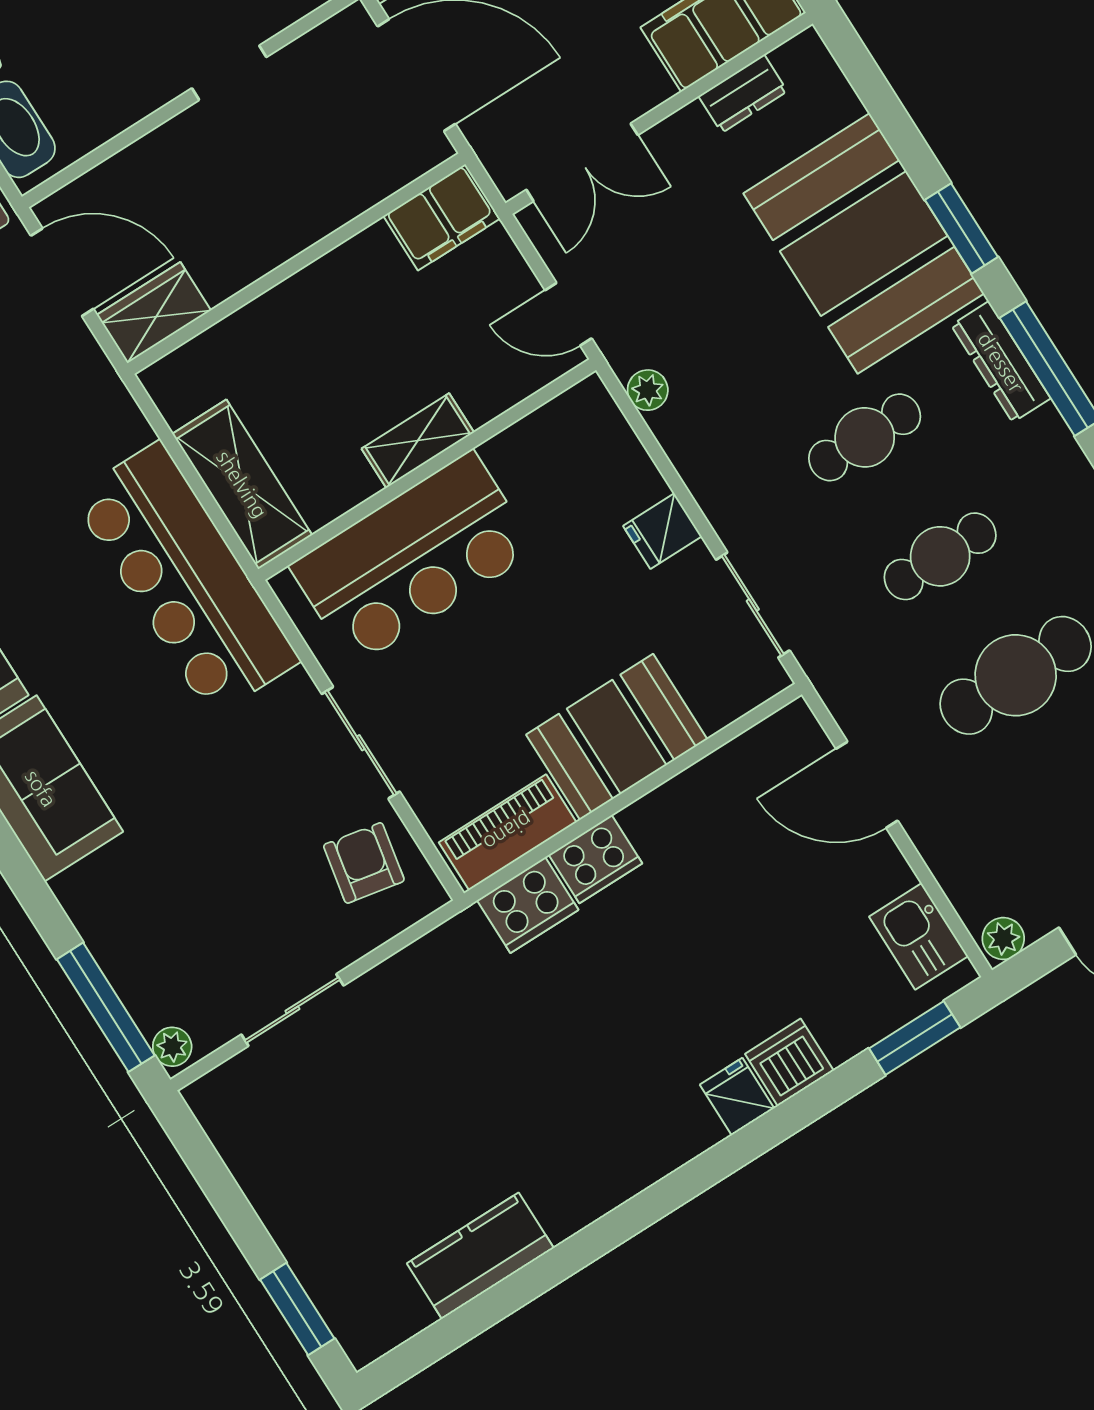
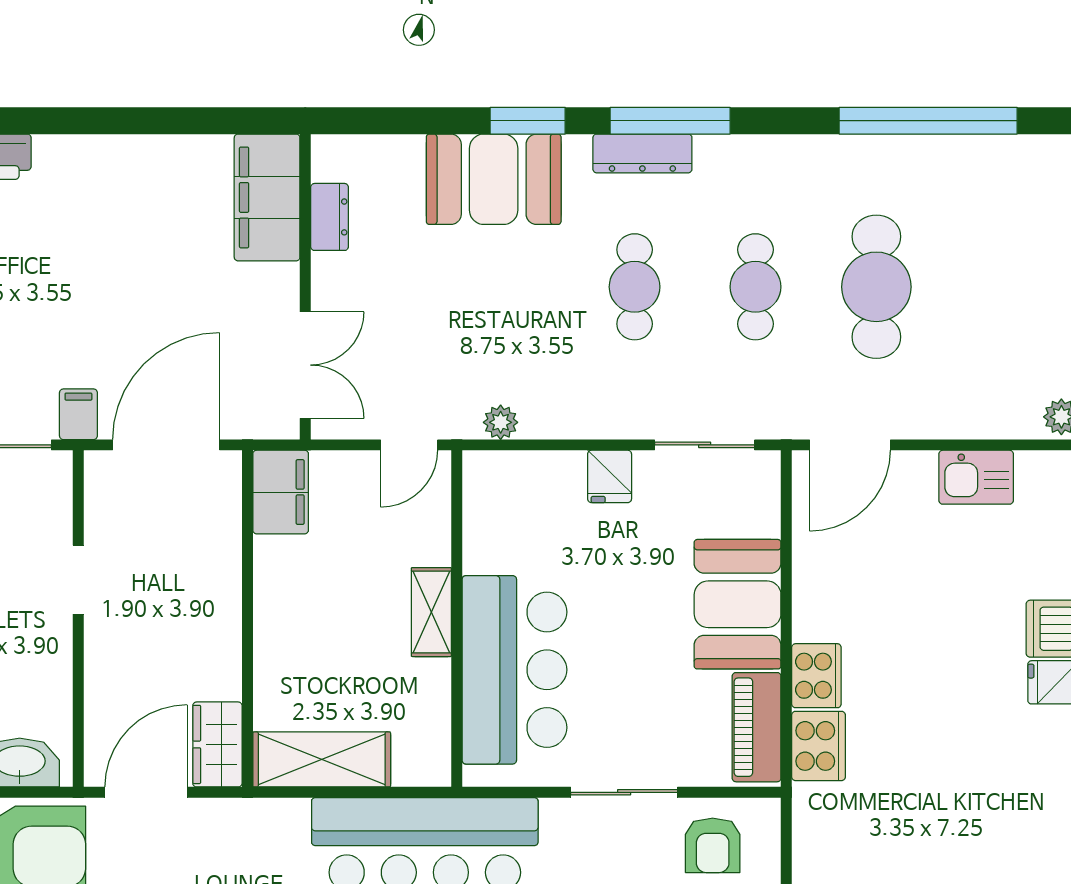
booth: (864, 244) -> (494, 179), width x0.73, depth x0.70
shelving: (242, 484) -> (322, 759), moved
door: (867, 785) -> (850, 445), moved
armchair: (364, 863) -> (713, 845), turned -101
kitchen sink: (919, 936) -> (976, 477), moved

